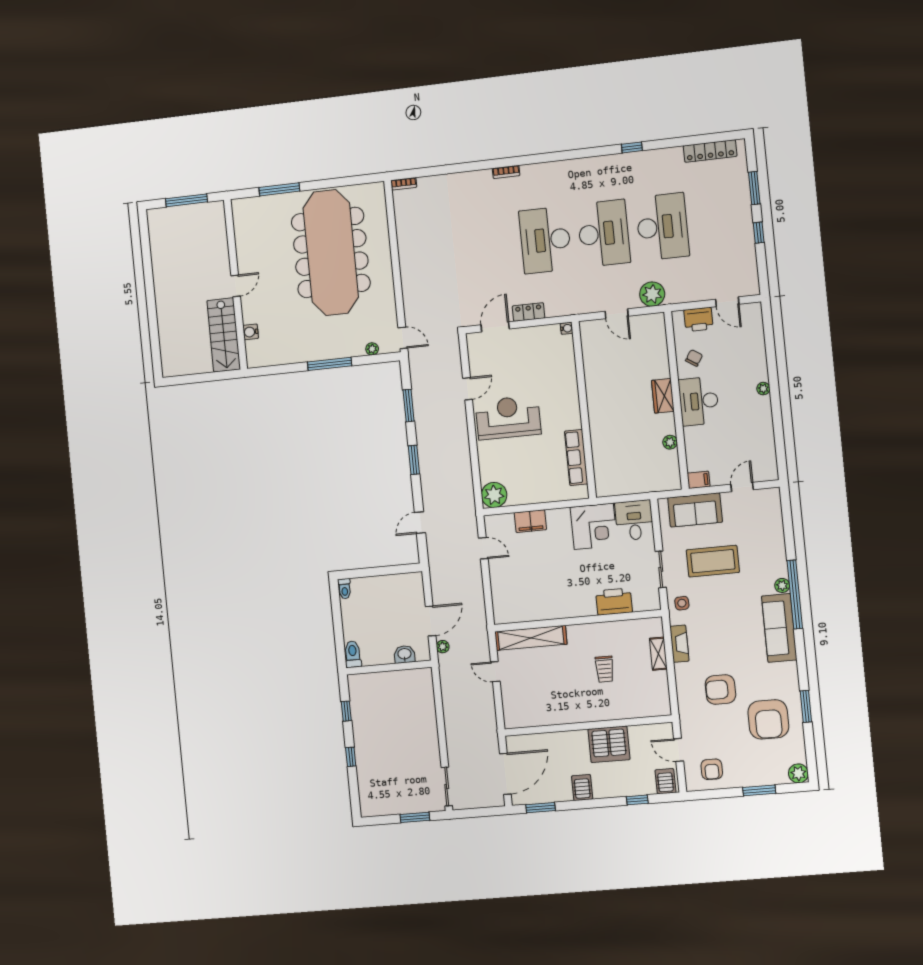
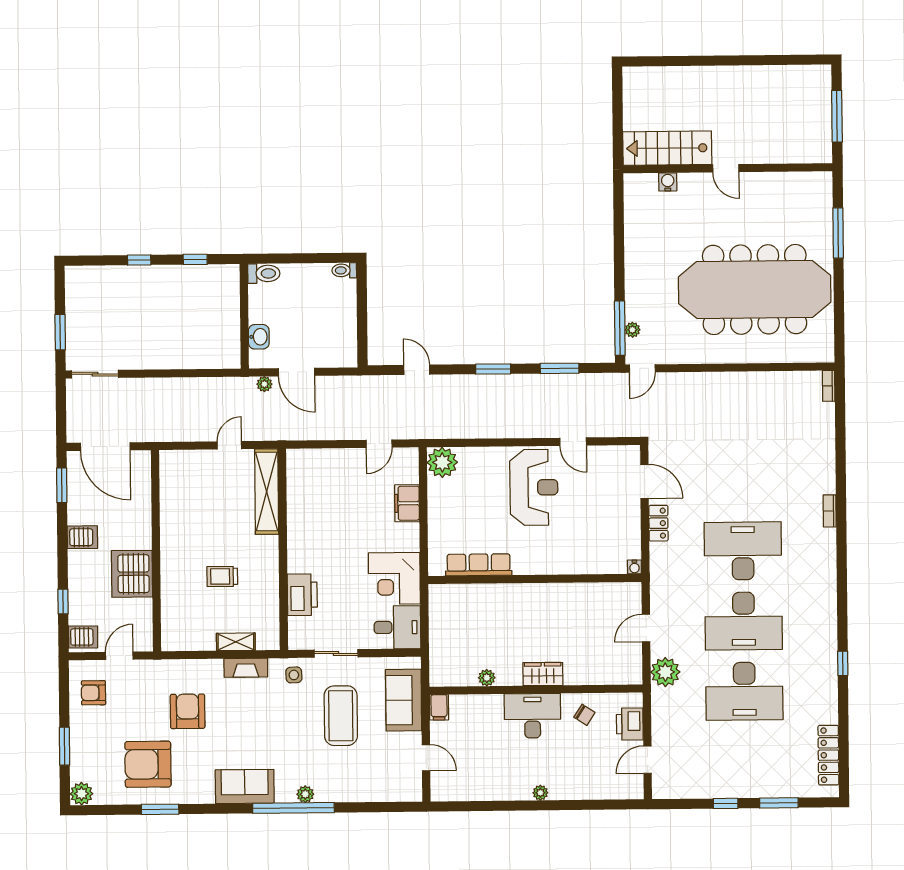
window: (330, 364) -> (620, 328), moved
sofa: (779, 628) -> (245, 786), width x0.73

